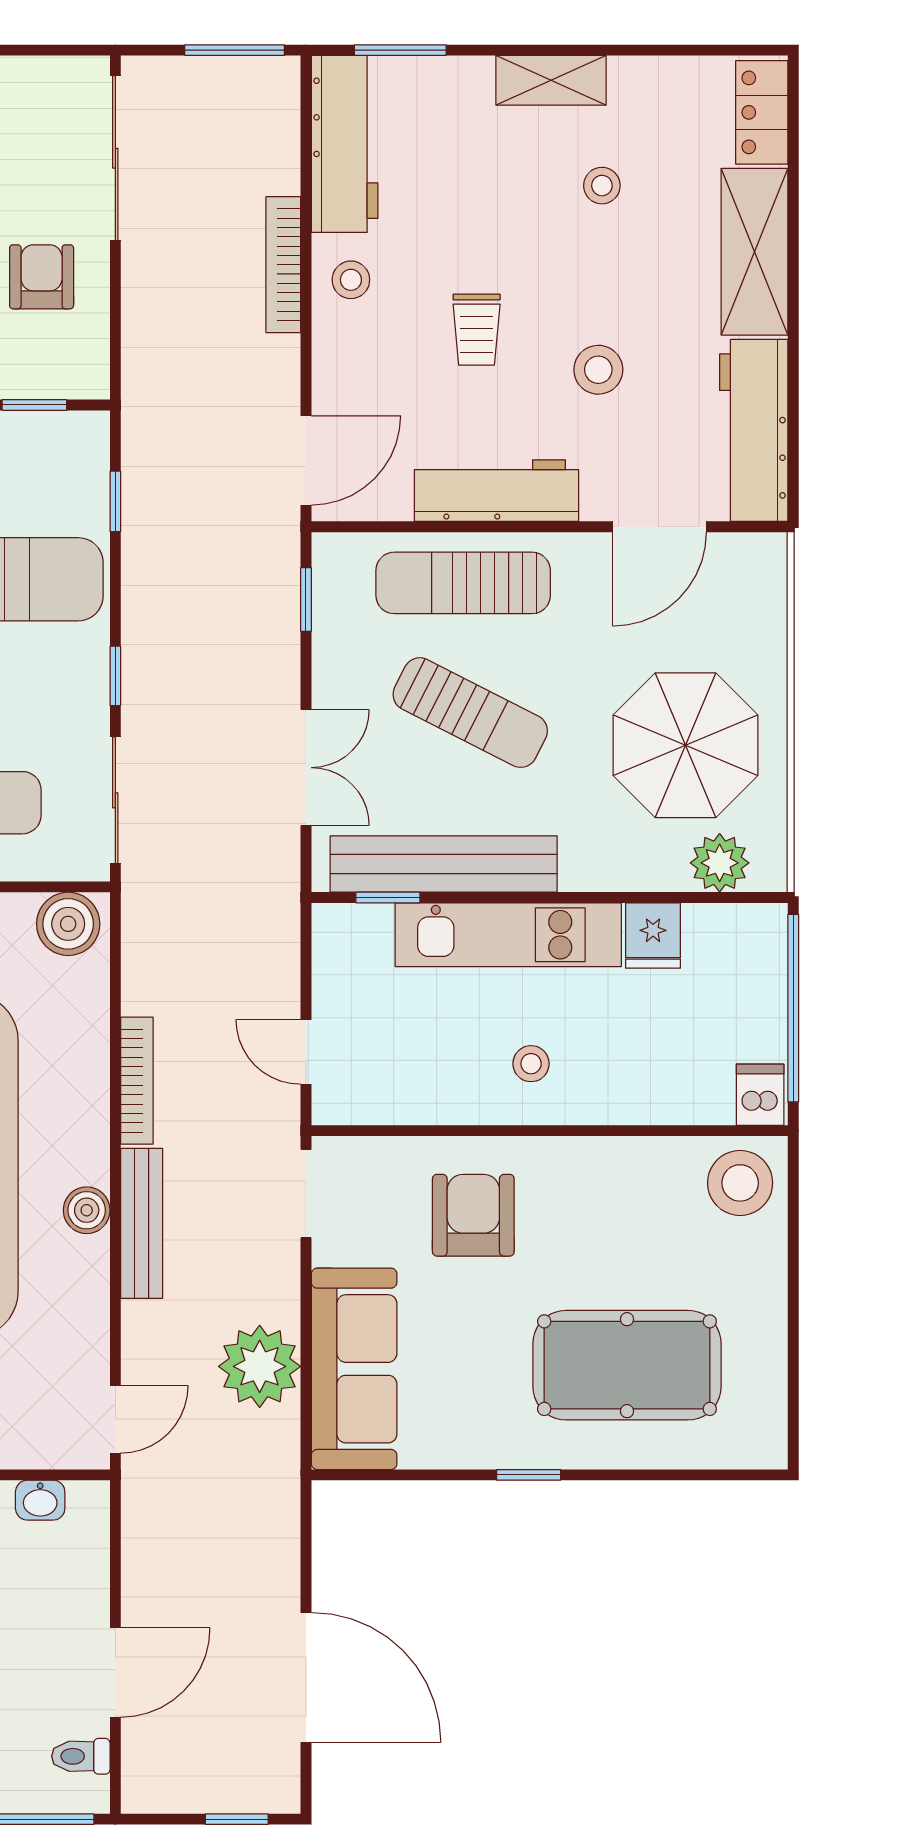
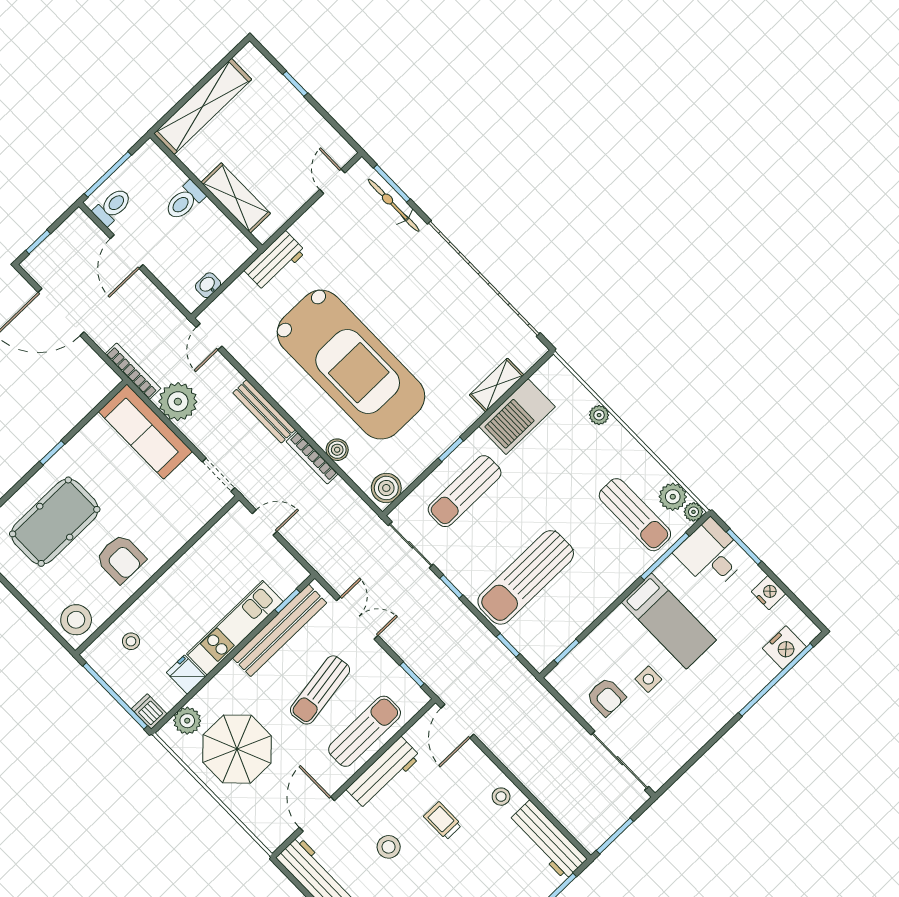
bookcase: (283, 265) -> (133, 371), moved
sun lounger: (470, 713) -> (320, 690), turned -36
double door: (306, 768) -> (357, 618), swing flipped
stool: (531, 1064) -> (131, 641), moved
dishwasher: (760, 1095) -> (149, 711), moved, turned 180
boiler: (87, 1210) -> (337, 450), moved
armchair: (473, 1215) -> (121, 559), moved
toilet: (81, 1756) -> (113, 206), width x1.37, depth x1.39

